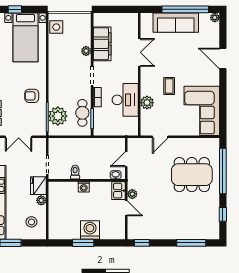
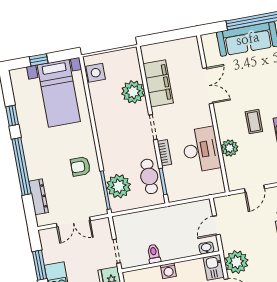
plant: (86, 51) -> (133, 92), width x1.88, depth x1.88
plant: (132, 194) -> (237, 262), width x1.87, depth x1.87

